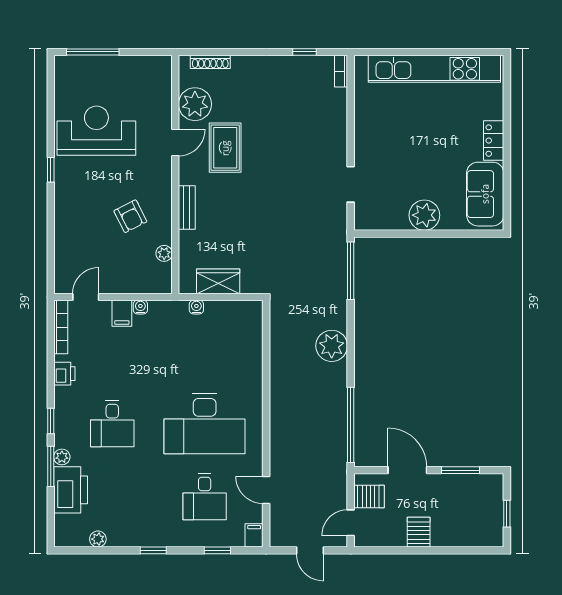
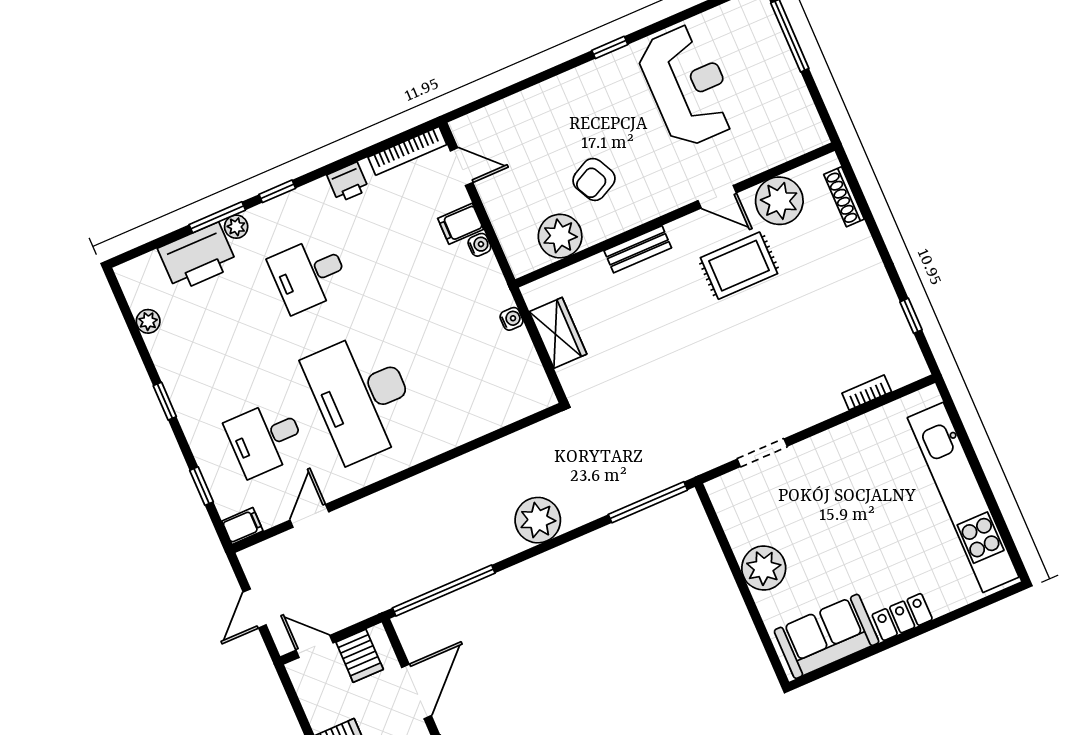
bookcase: (341, 71) -> (867, 392), moved
plant: (164, 253) -> (560, 236), width x1.87, depth x1.87

